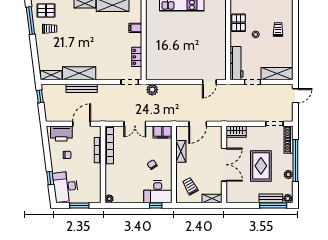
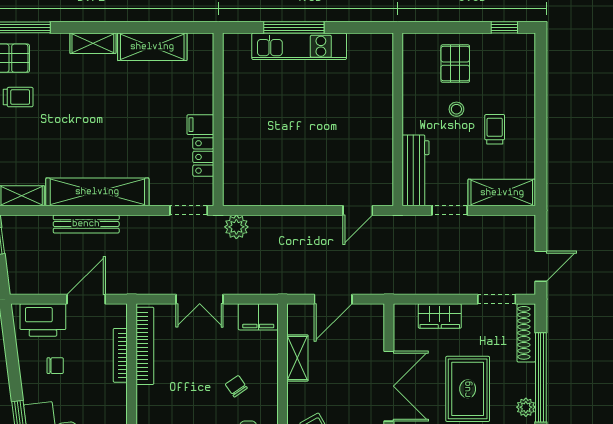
pallet: (239, 23) -> (455, 64), moved
filing cabinet: (135, 28) -> (200, 125), moved
trolley: (278, 30) -> (495, 129), moved
shelving: (79, 73) -> (97, 192), width x1.47
door: (295, 96) -> (541, 266), moved
wardrobe: (236, 132) -> (440, 316), moved

